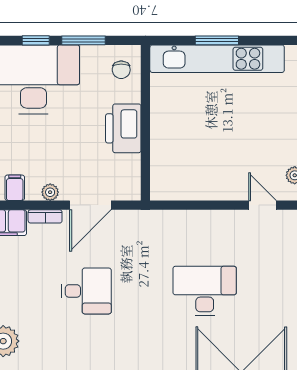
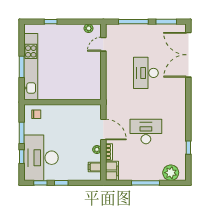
printer: (123, 128) -> (65, 113), removed
desk: (86, 291) -> (146, 132), width x1.37

